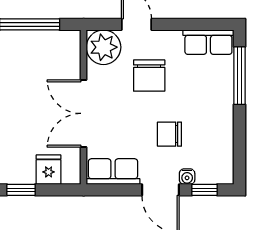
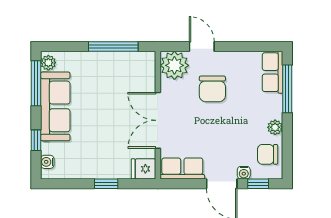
row of seats: (208, 42) -> (273, 72), moved, turned 90
plant: (225, 122) -> (275, 127), added
chair: (169, 134) -> (268, 154), moved
fridge: (49, 170) -> (144, 169), moved, turned -90

